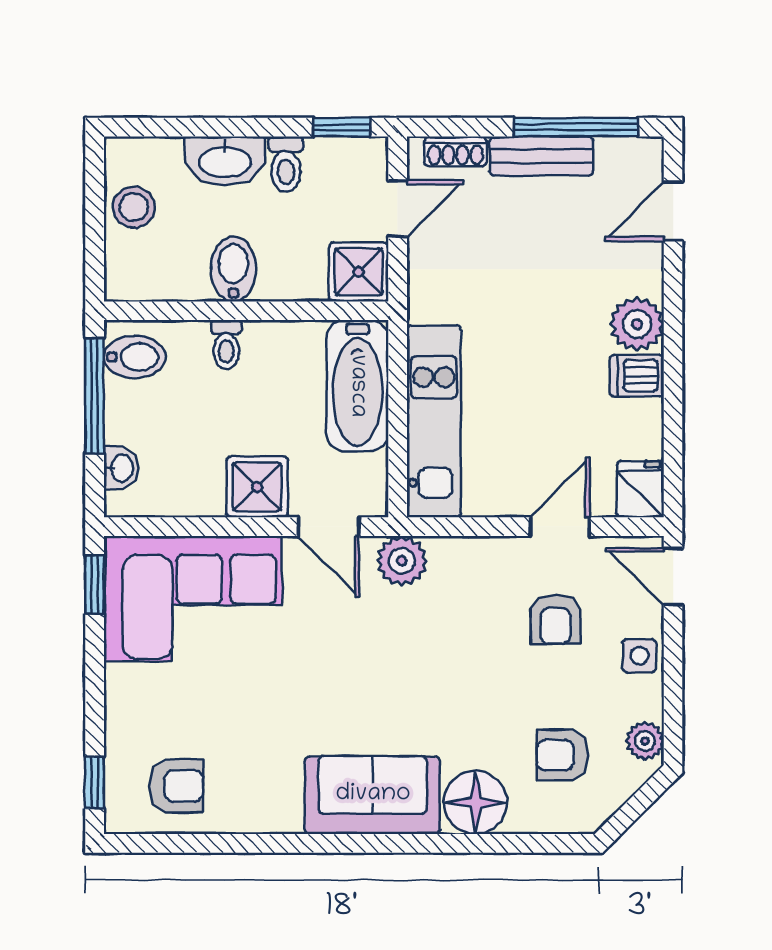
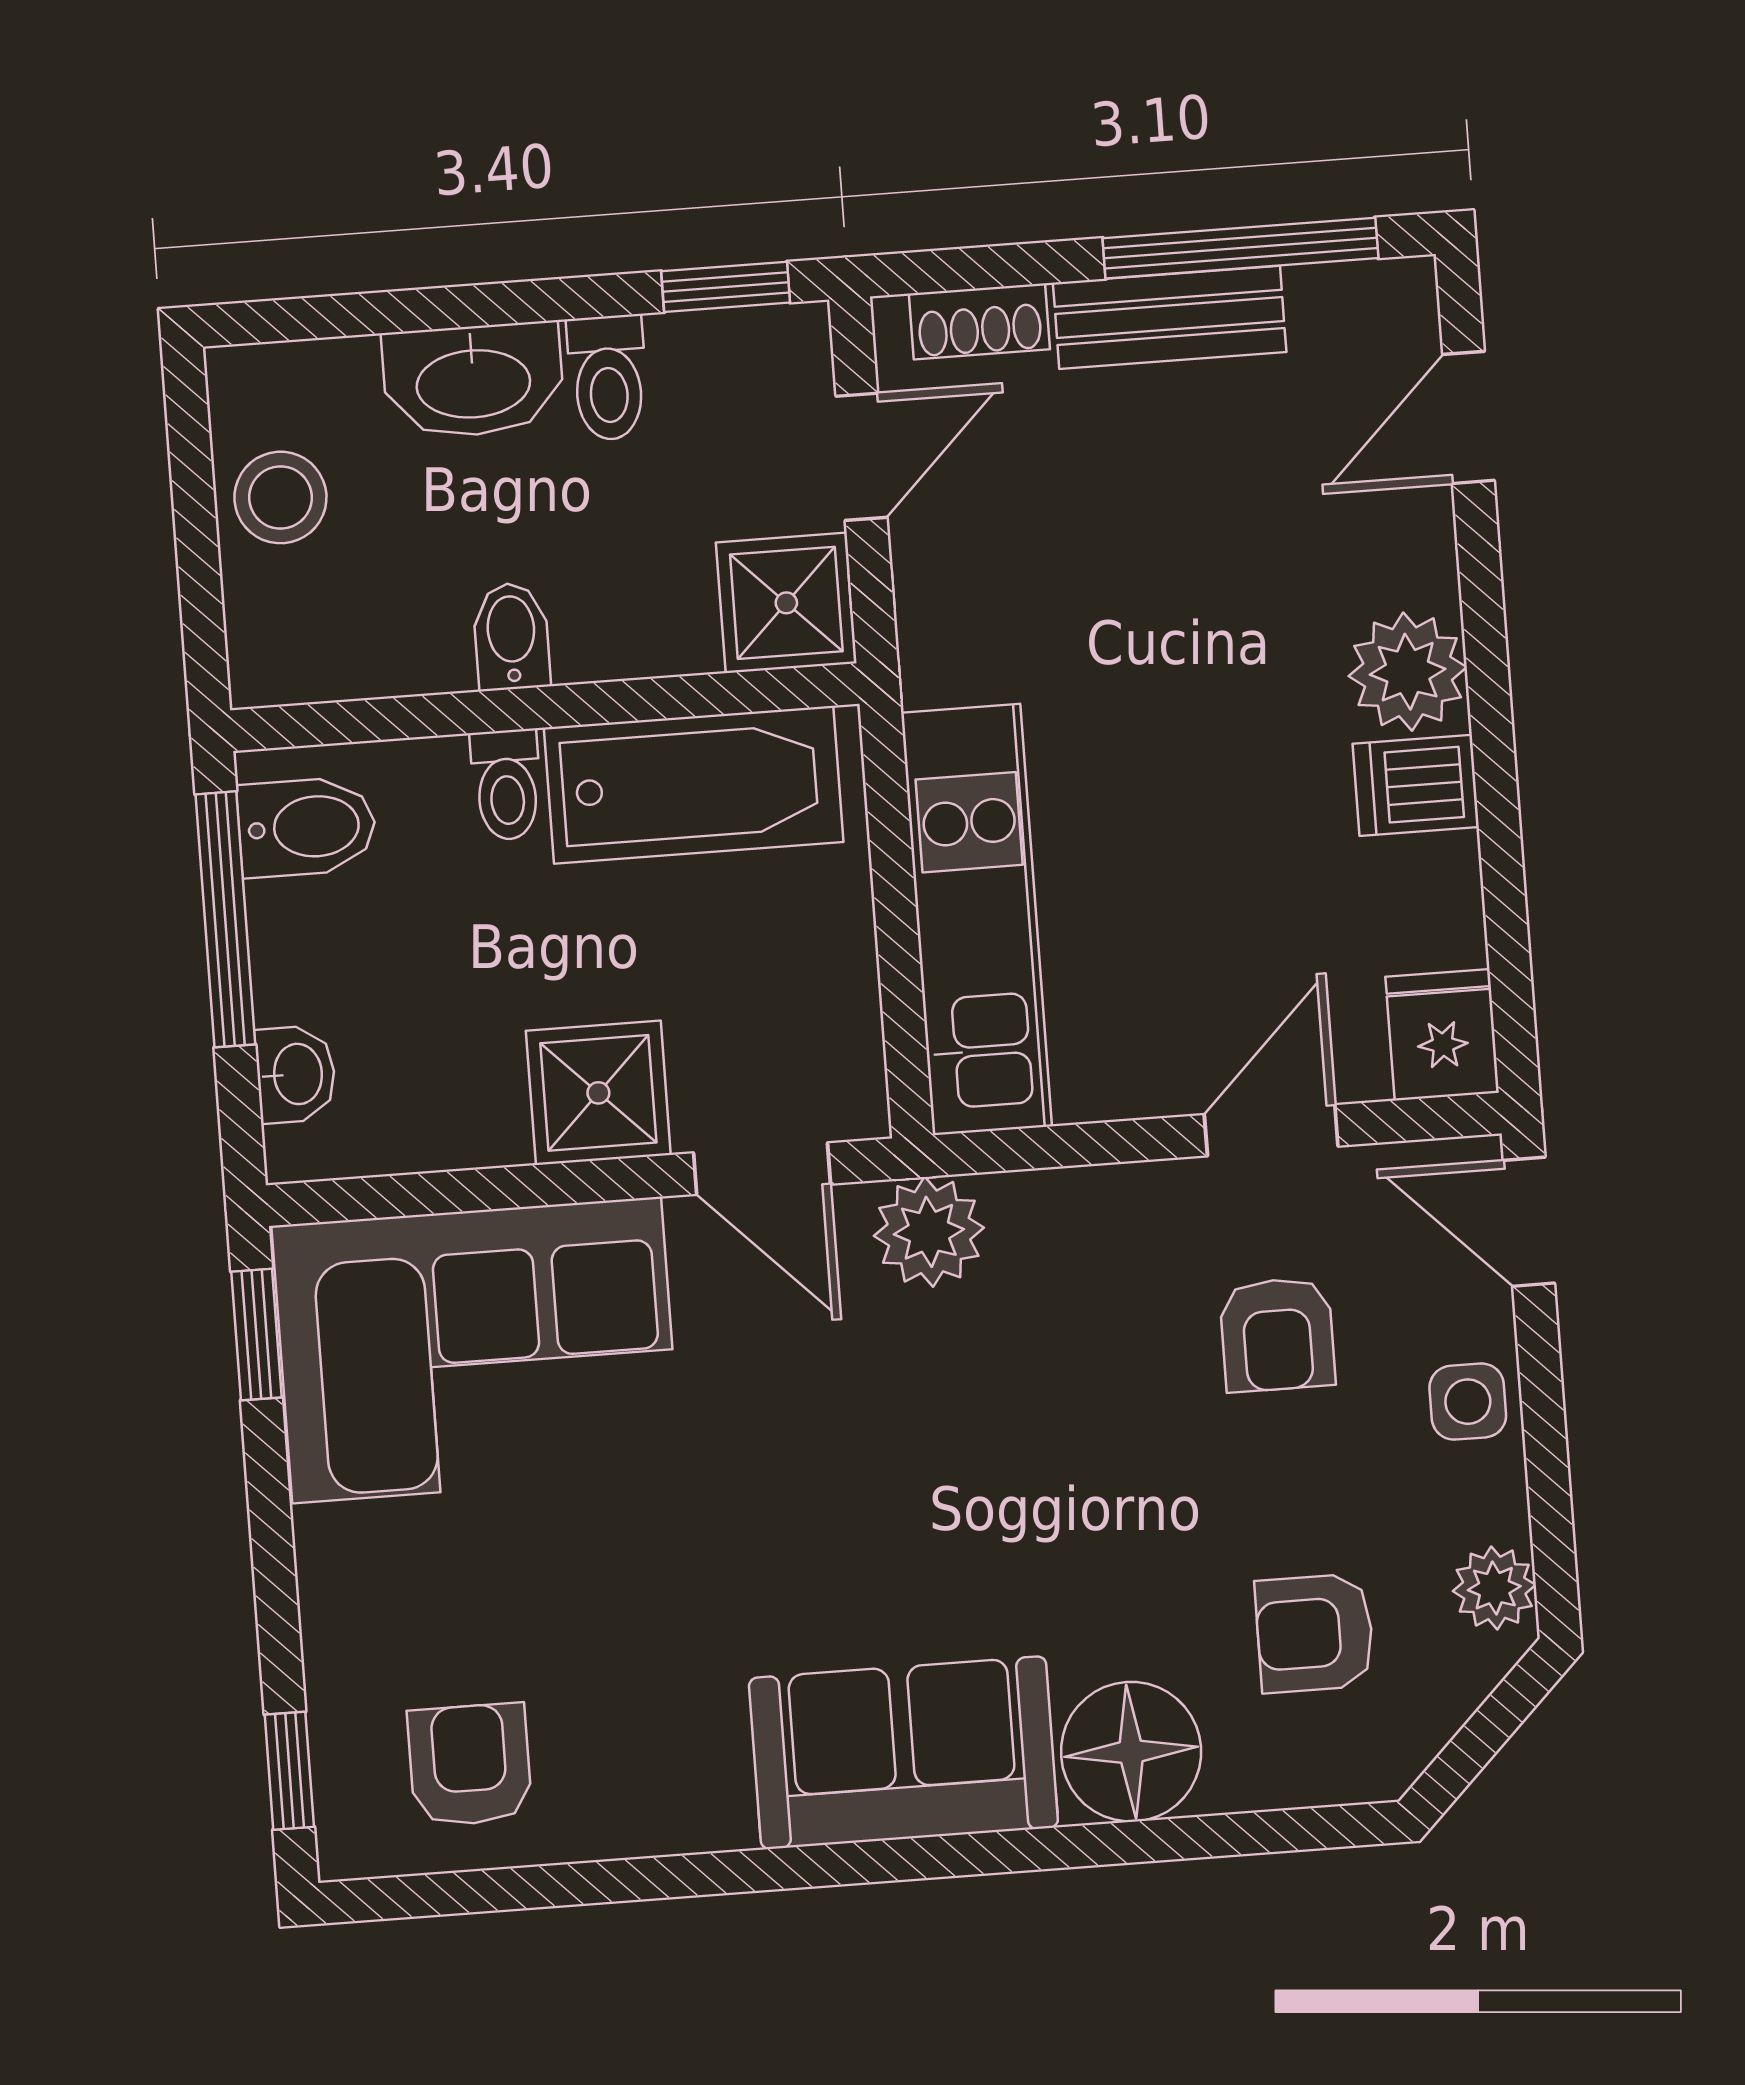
bidet: (233, 269) -> (511, 636), width x0.72, depth x0.74
bathtub: (357, 386) -> (694, 785), moved, turned -90
armchair: (176, 786) -> (470, 1765), turned -90

